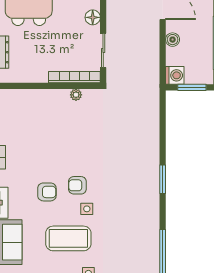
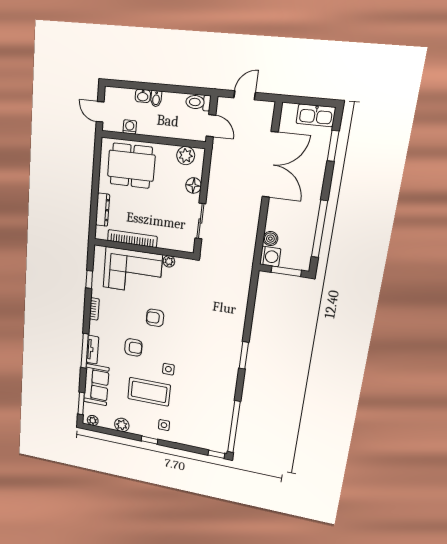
boiler: (173, 40) -> (270, 239), moved
bookcase: (74, 77) -> (132, 239), moved
corner sofa: (39, 110) -> (132, 271), added
armchair: (77, 185) -> (155, 318), moved

